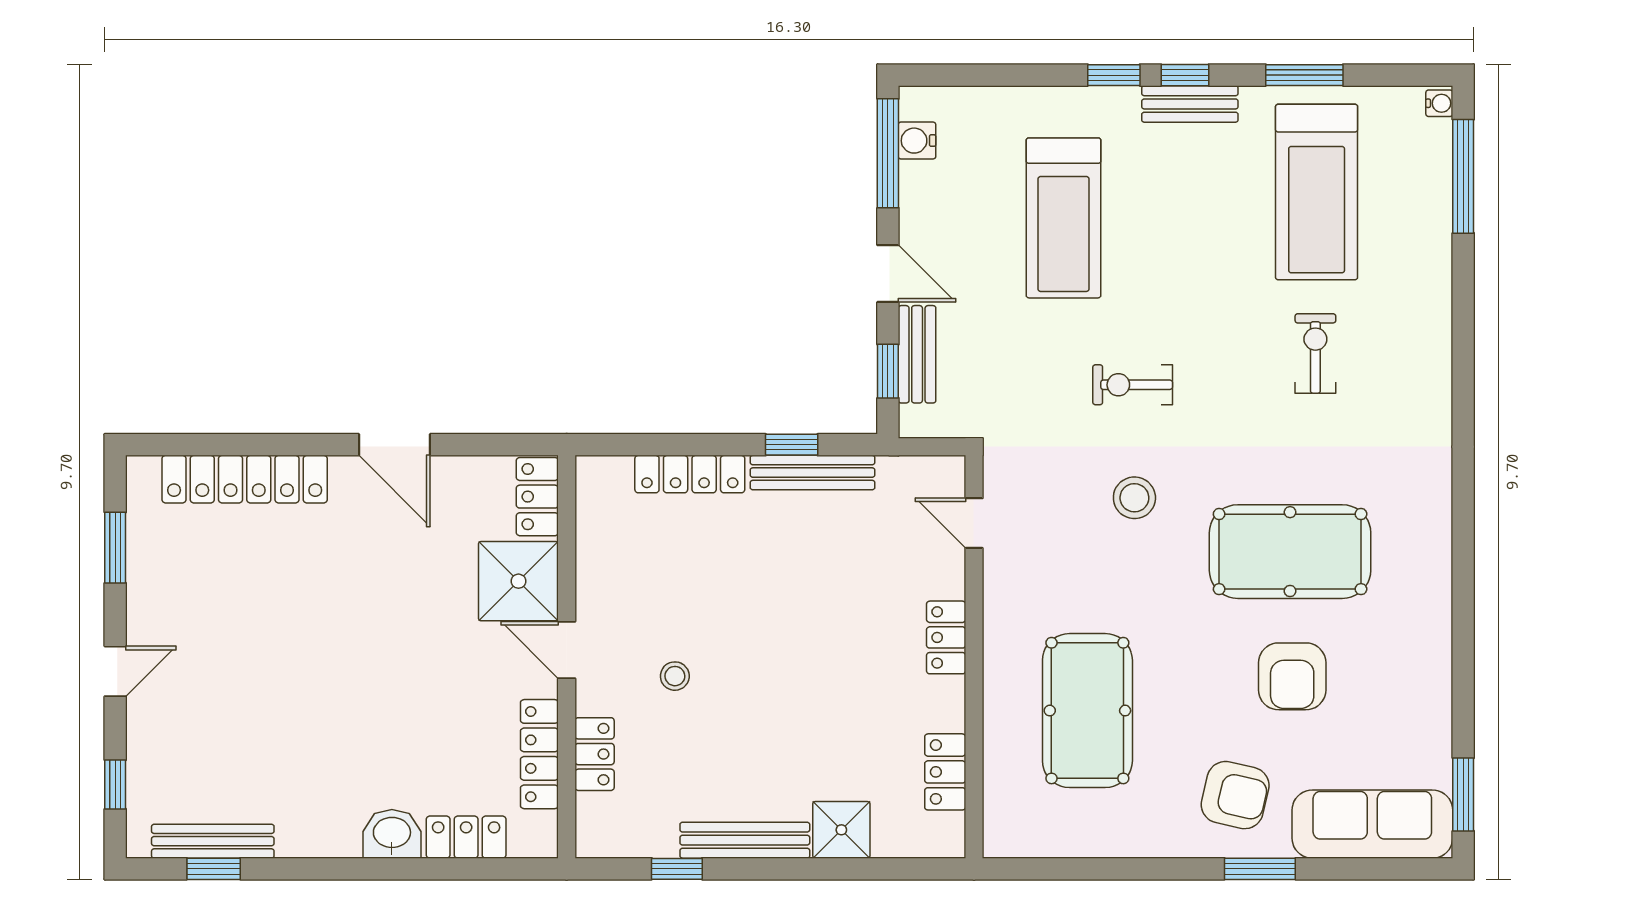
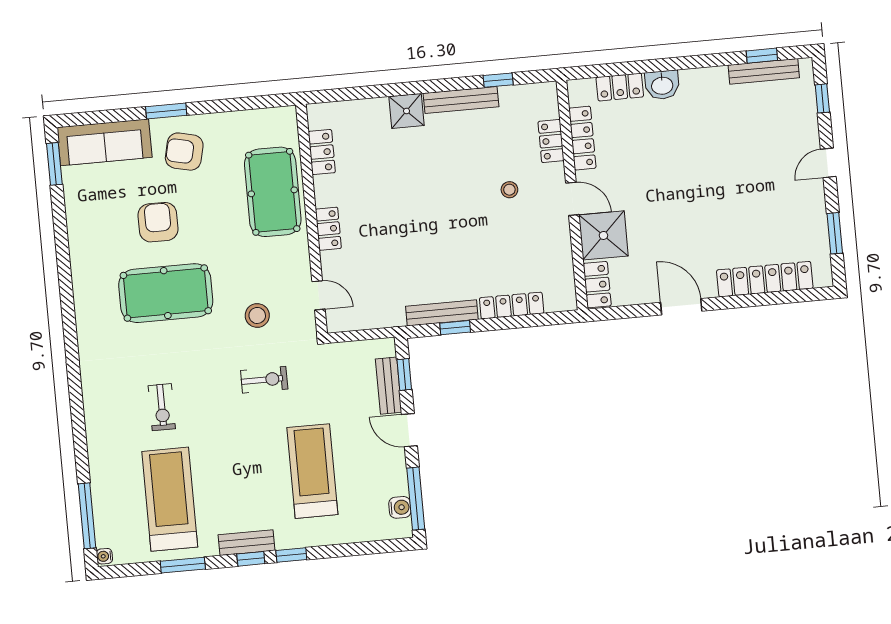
door: (974, 523) -> (319, 295), moved
locker: (946, 637) -> (328, 229), moved
wall: (974, 657) -> (311, 219), moved
locker: (945, 772) -> (322, 152), moved

